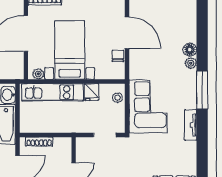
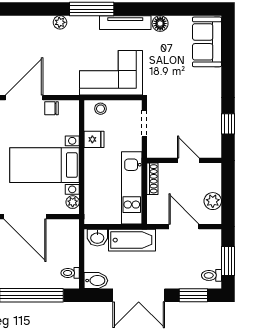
floor lamp: (190, 50) -> (160, 24), moved
kitchen unit: (53, 92) -> (132, 188), moved, turned 180
tv unit: (191, 125) -> (125, 23), width x1.41
shoe rack: (39, 142) -> (152, 179), moved

